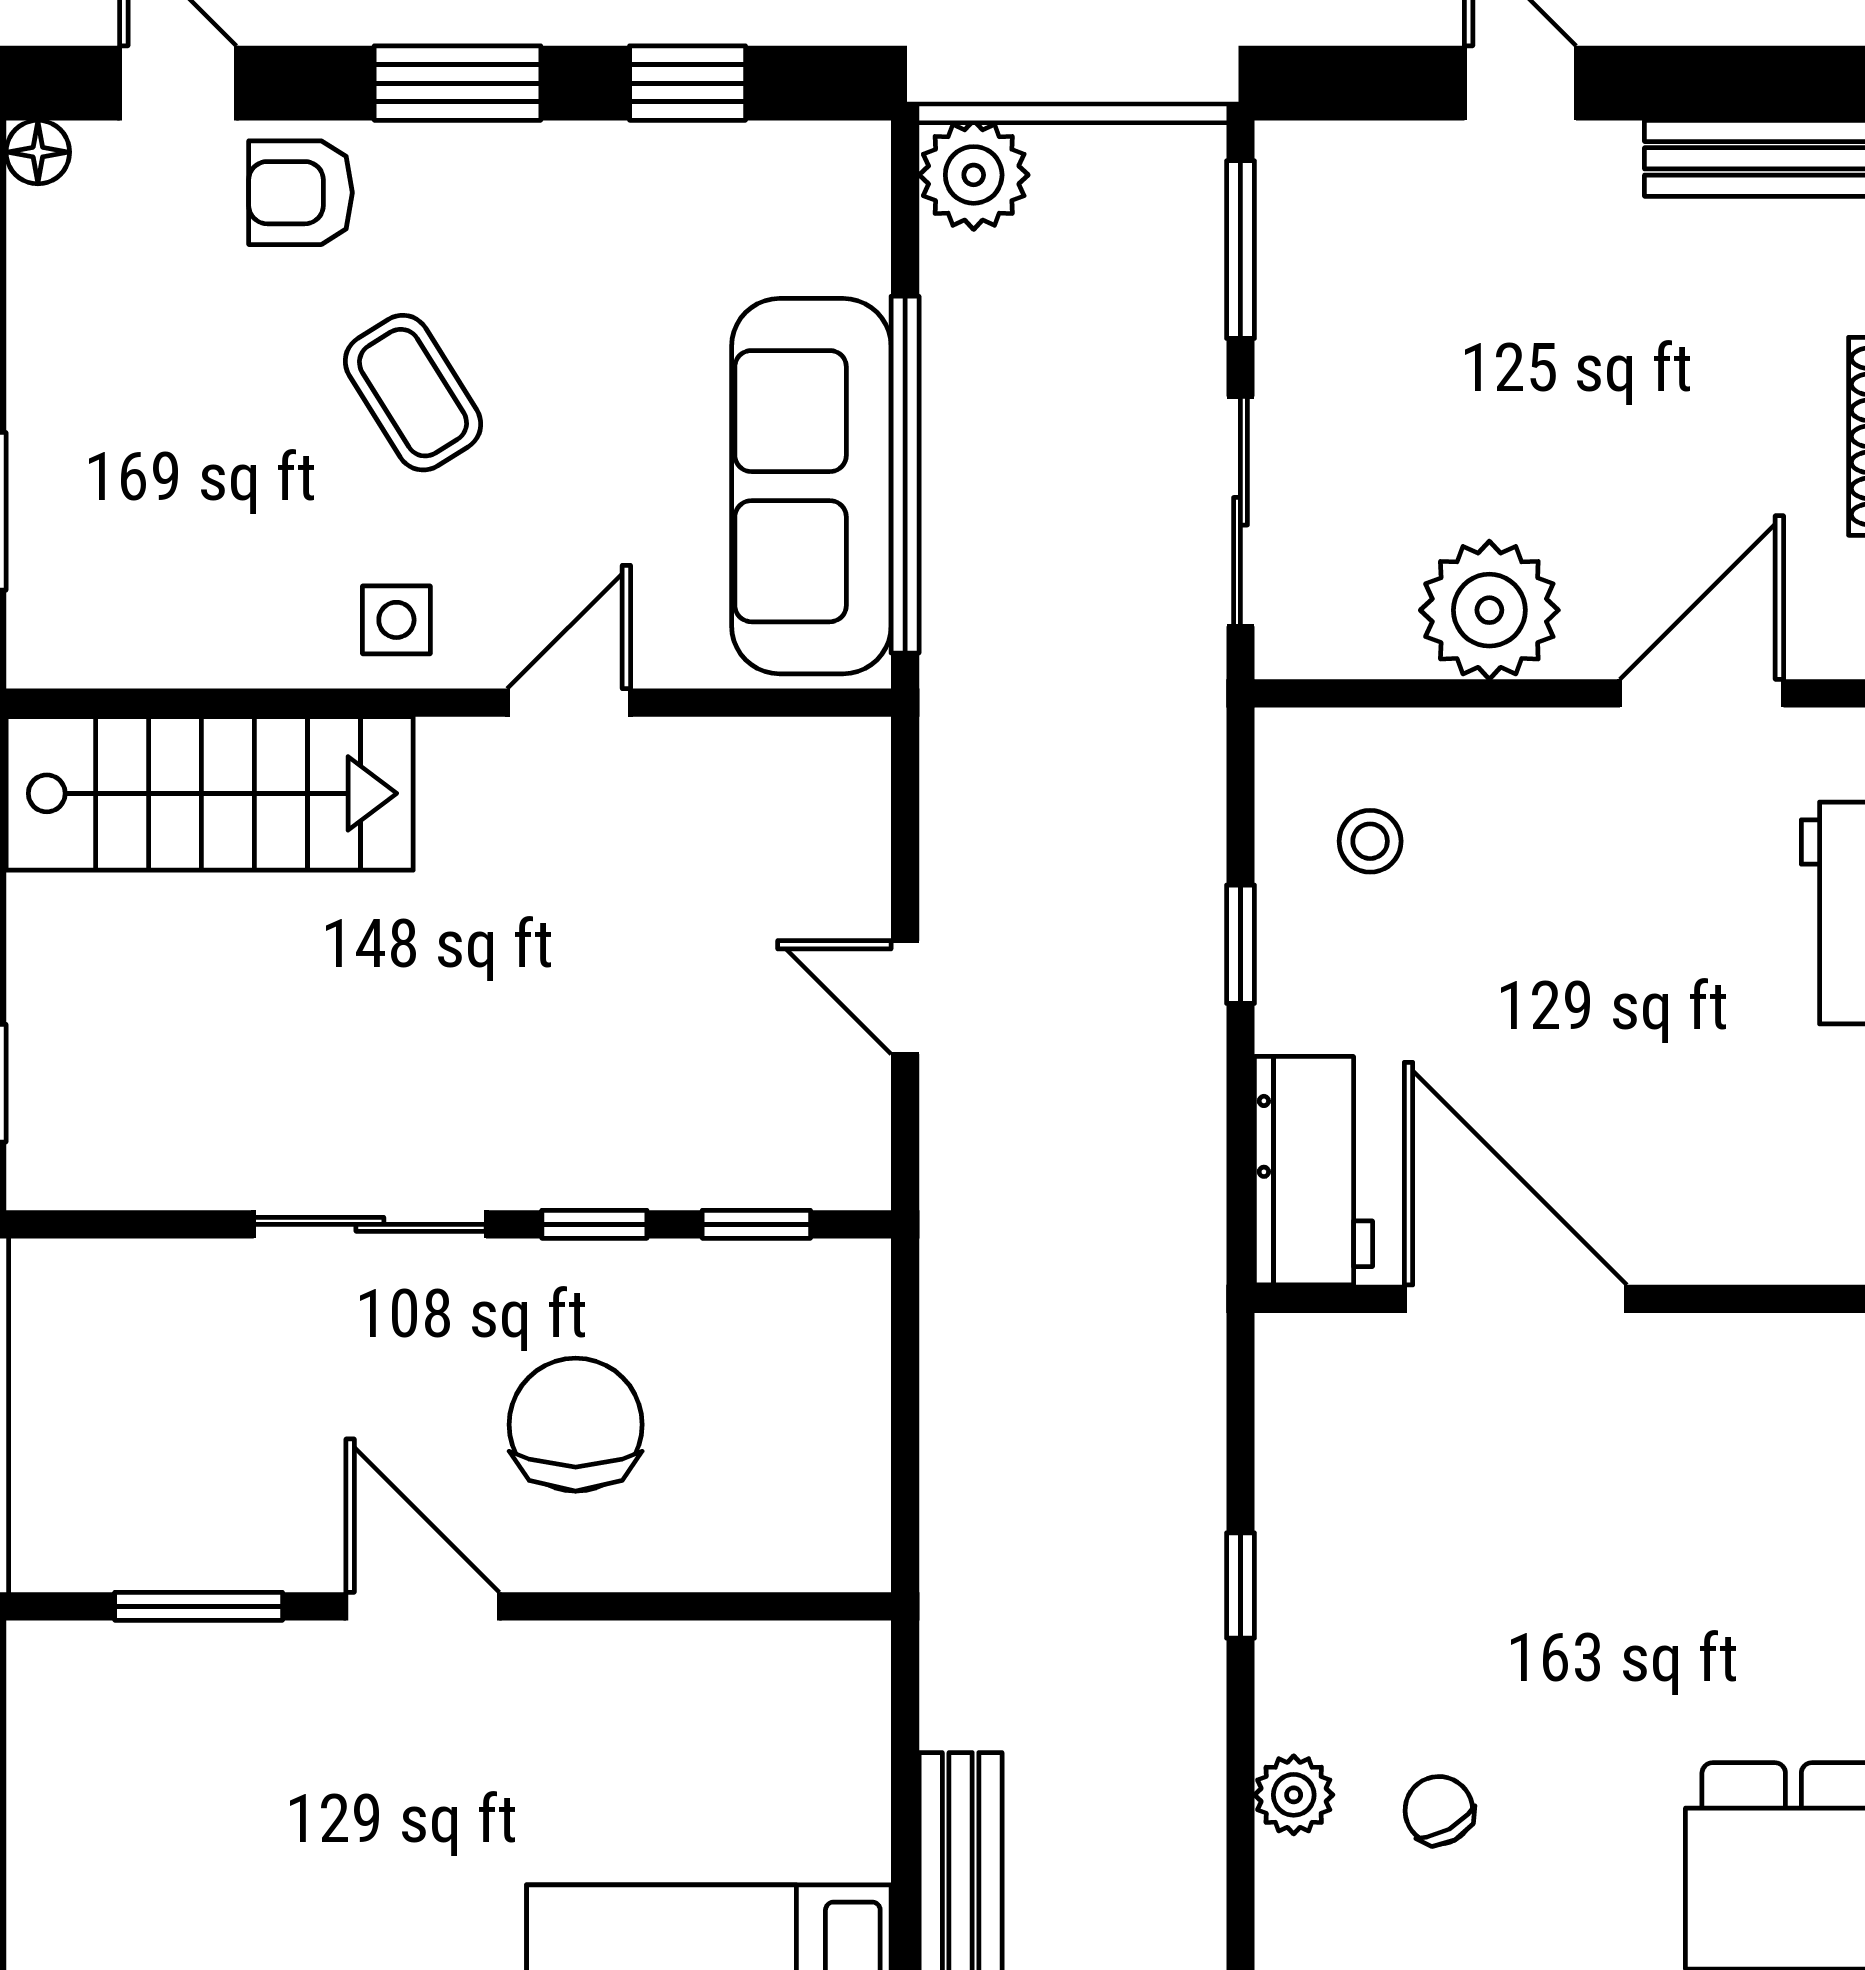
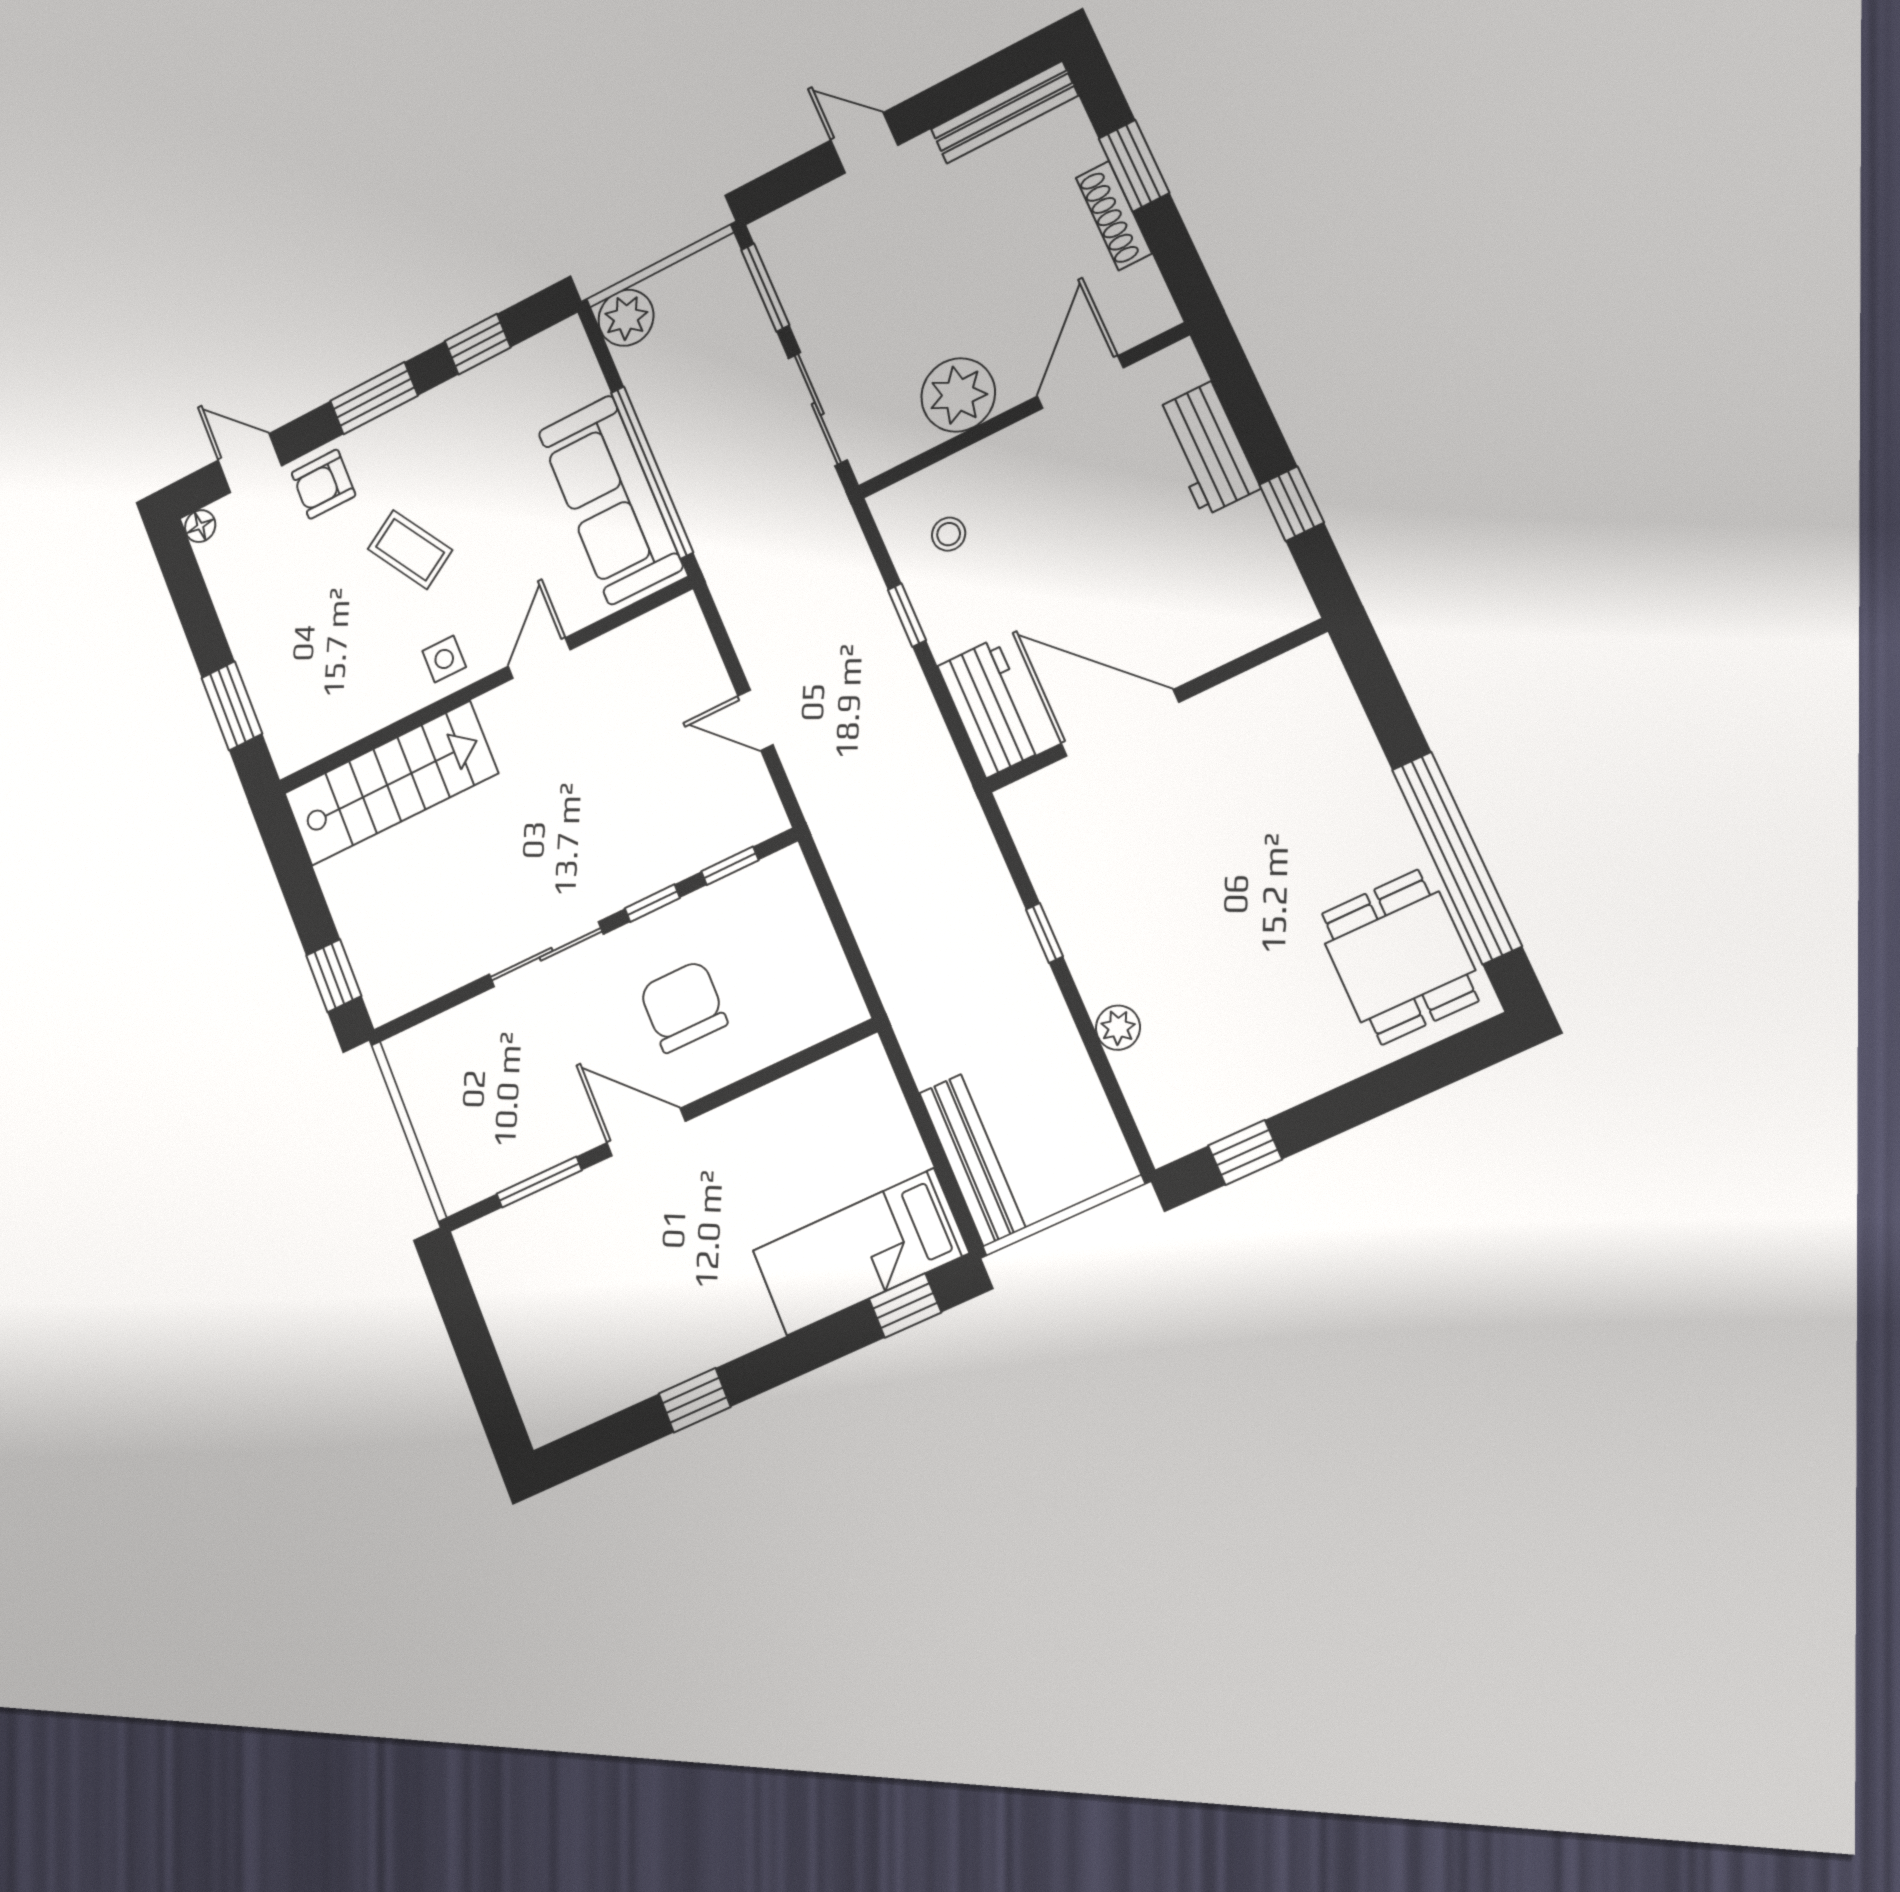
chair: (1439, 1810) -> (1196, 1001), removed

